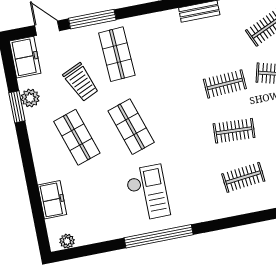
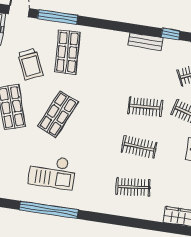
shop shelf: (131, 127) -> (58, 114), turned 42
checkout: (148, 193) -> (52, 172), turned 90

